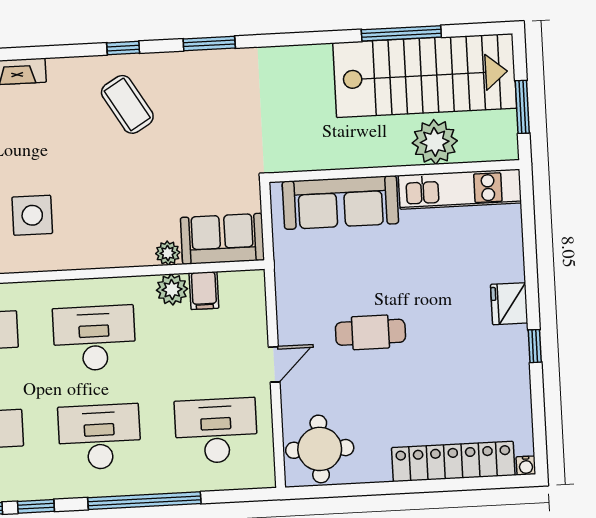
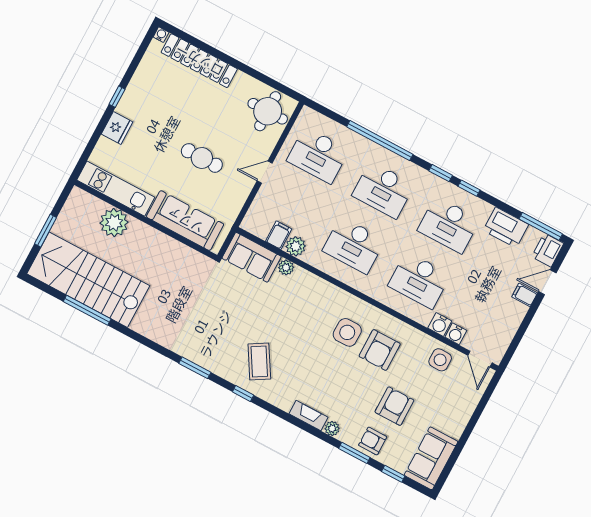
plant: (435, 142) -> (114, 223), moved
wall: (394, 171) -> (146, 220), moved
kitchen unit: (460, 189) -> (116, 189), moved
sofa: (340, 202) -> (185, 221), moved

